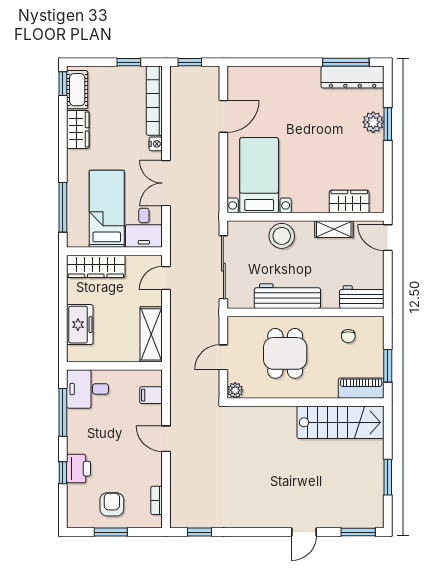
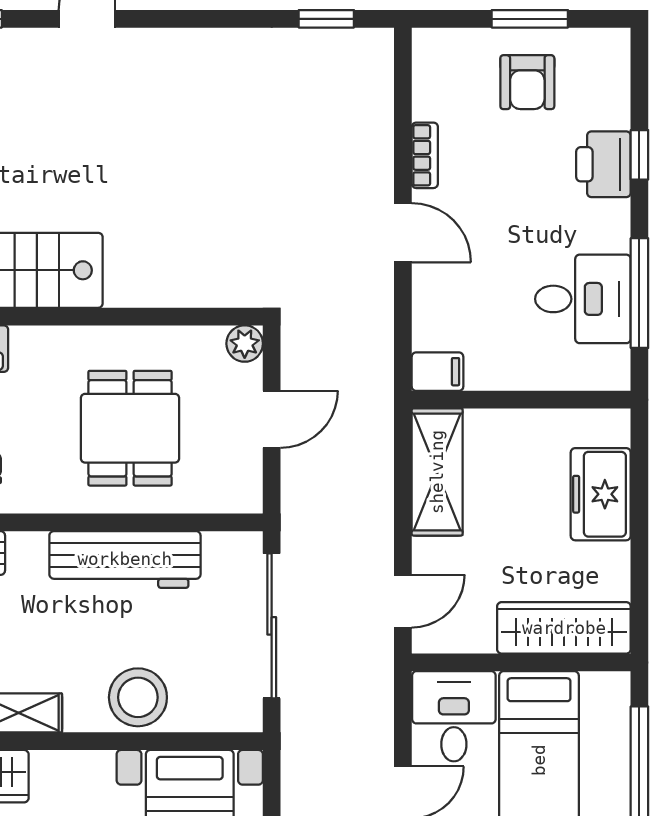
desk: (88, 389) -> (583, 299), moved
filing cabinet: (151, 395) -> (437, 372), moved
bookcase: (157, 500) -> (425, 155), moved

